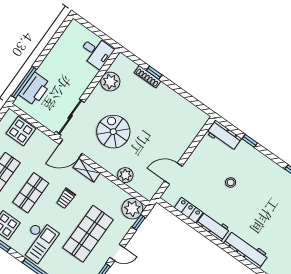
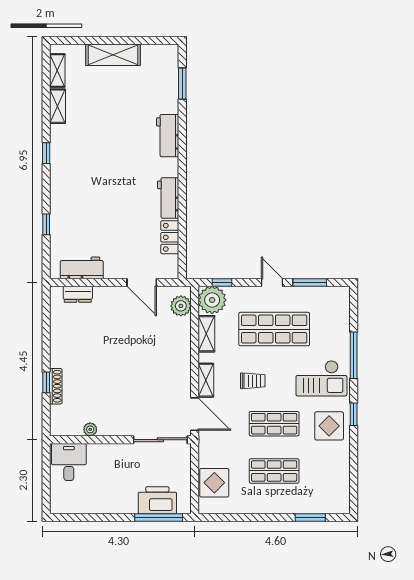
plant: (110, 82) -> (90, 429), width x0.53, depth x0.53
dresser: (194, 130) -> (78, 294), added
spiral stairs: (113, 132) -> (143, 381), removed
workbench: (224, 136) -> (82, 268), moved, turned -90
plant: (125, 175) -> (181, 306), moved
stool: (231, 182) -> (107, 213), removed
shelving: (114, 191) -> (206, 334), added
checkout: (38, 241) -> (321, 378), turned 180
workbench: (246, 249) -> (168, 136), width x0.73

